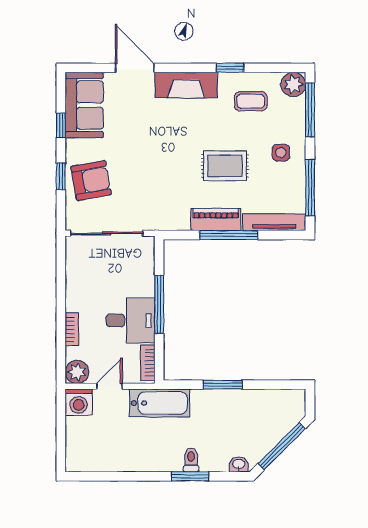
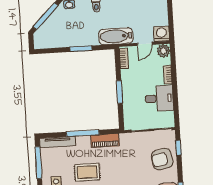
window: (61, 177) -> (178, 148), moved
piano: (216, 220) -> (105, 141), moved
window: (159, 304) -> (119, 92), width x0.69
desk: (130, 320) -> (159, 98), moved, turned 180

